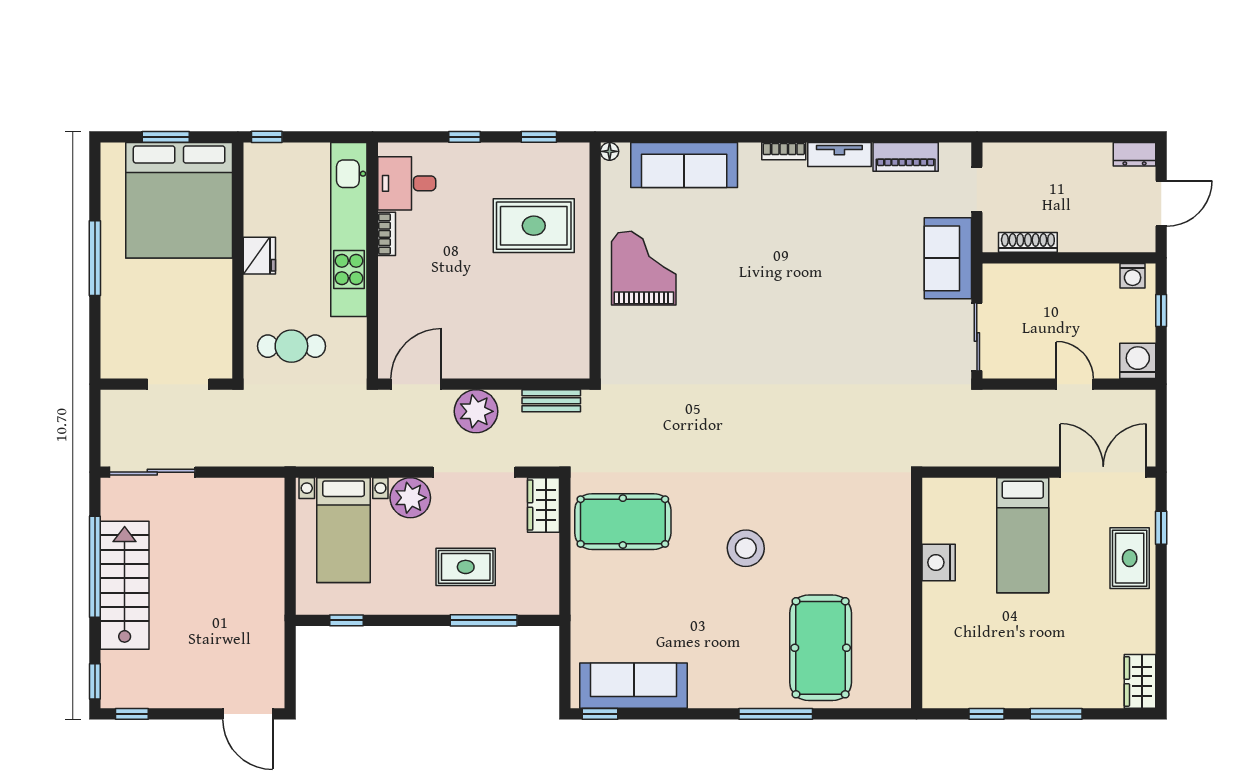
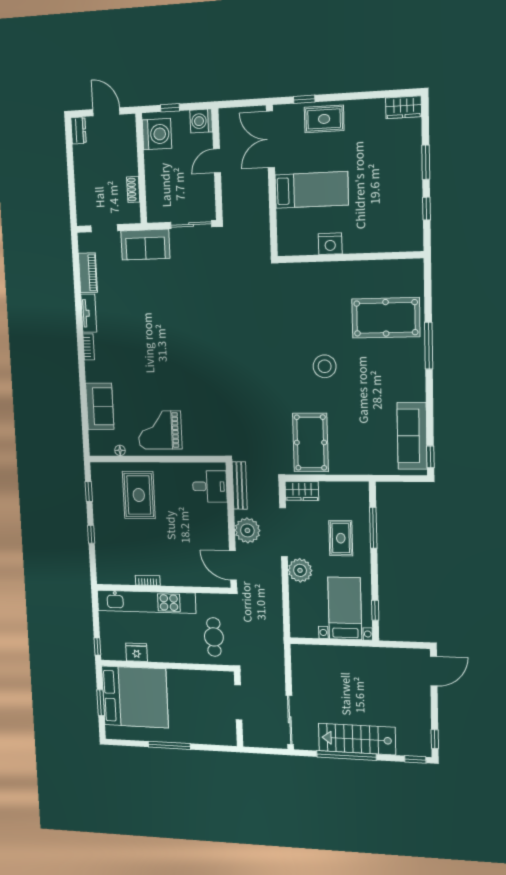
floor lamp: (610, 151) -> (120, 450), moved
sofa: (684, 165) -> (100, 406), width x0.73
desk: (407, 183) -> (210, 486), moved, turned -90
shoe rack: (1028, 242) -> (133, 189), width x0.70
fridge: (259, 256) -> (137, 652), moved
washing machine: (1133, 276) -> (157, 134), width x1.89, depth x1.89
bench: (551, 401) -> (240, 486), width x1.36
bed with nightstands: (344, 530) -> (345, 608), moved, turned -90

